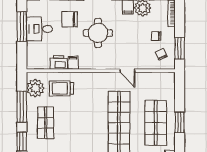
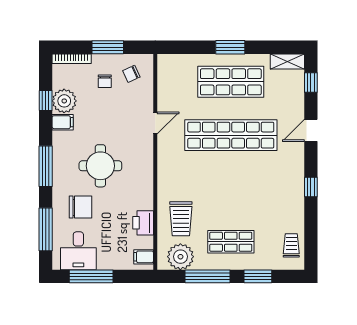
chair: (69, 19) -> (81, 207), turned -90
desk: (39, 29) -> (78, 251), moved
window: (180, 48) -> (108, 47), moved
filing cabinet: (73, 63) -> (144, 257), moved

